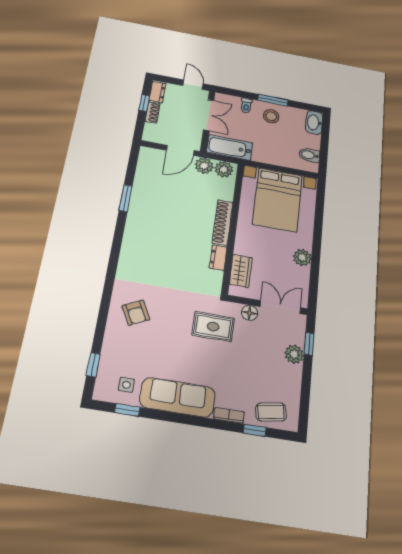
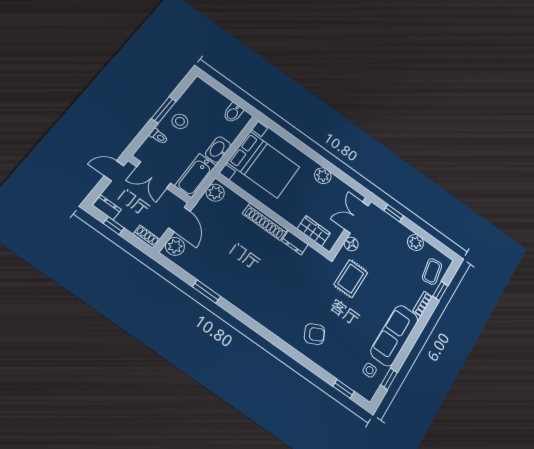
shoe rack: (153, 112) -> (147, 237), moved
double door: (209, 115) -> (154, 175), swing flipped
washbasin: (314, 122) -> (218, 150), moved, turned 90
plant: (204, 166) -> (175, 246), moved
plant: (294, 354) -> (415, 242), moved

